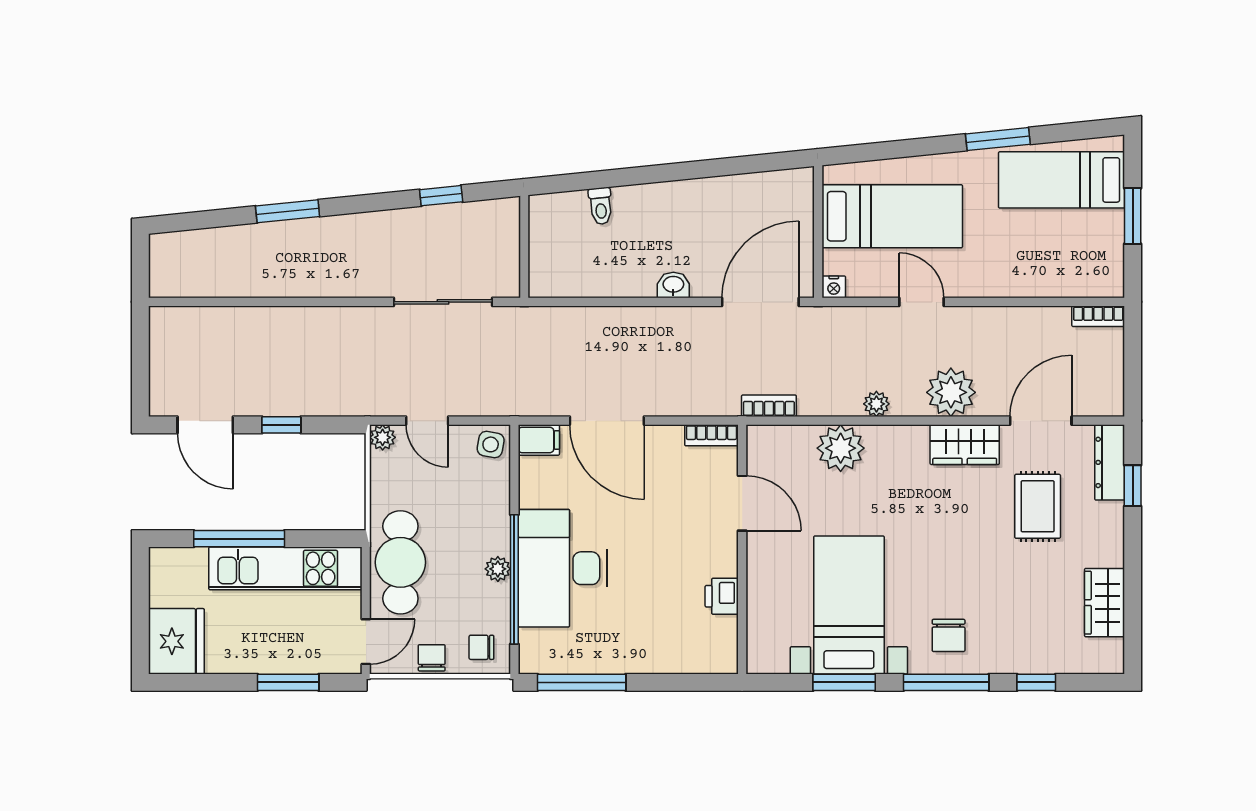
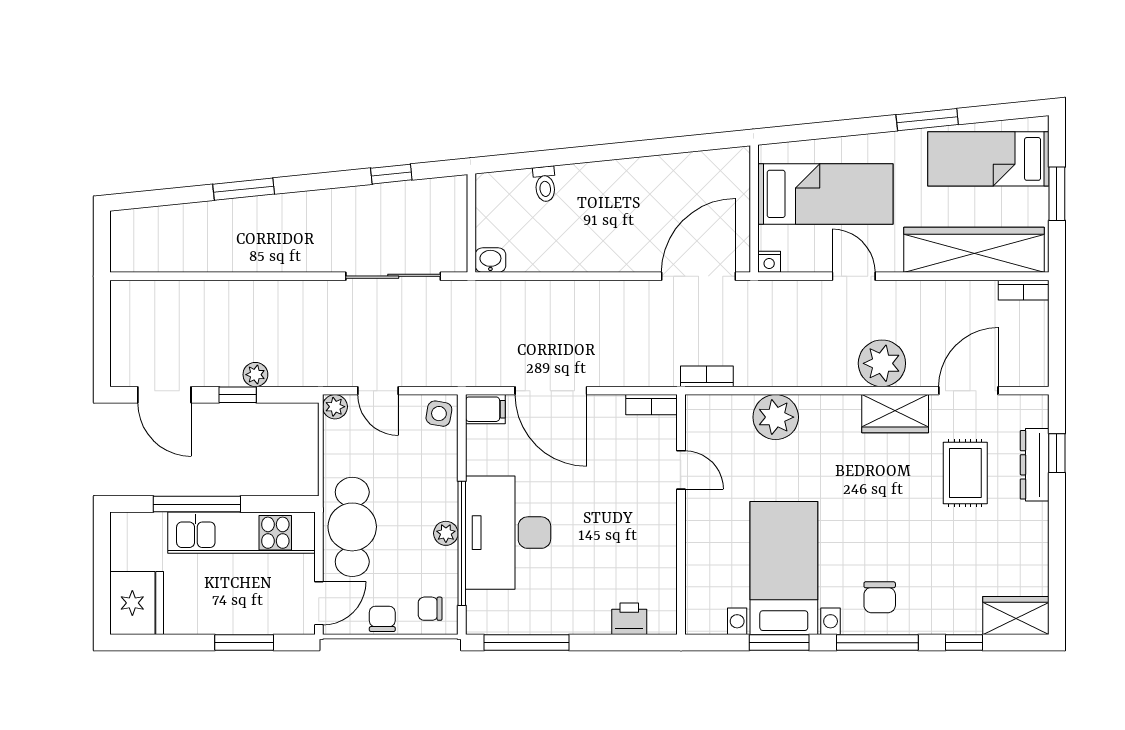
wardrobe: (1047, 274) -> (974, 250), added
washbasin: (673, 285) -> (490, 260), moved
plant: (876, 404) -> (255, 375), moved
dresser: (1110, 462) -> (1035, 465), moved
door: (742, 503) -> (681, 470), width x0.73
printer: (722, 596) -> (629, 619), moved, turned 90
wardrobe: (1105, 603) -> (1016, 615), moved, turned 90

